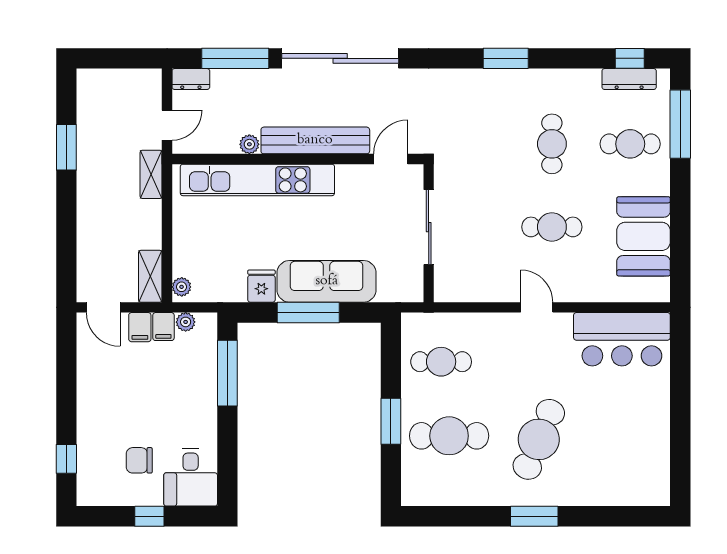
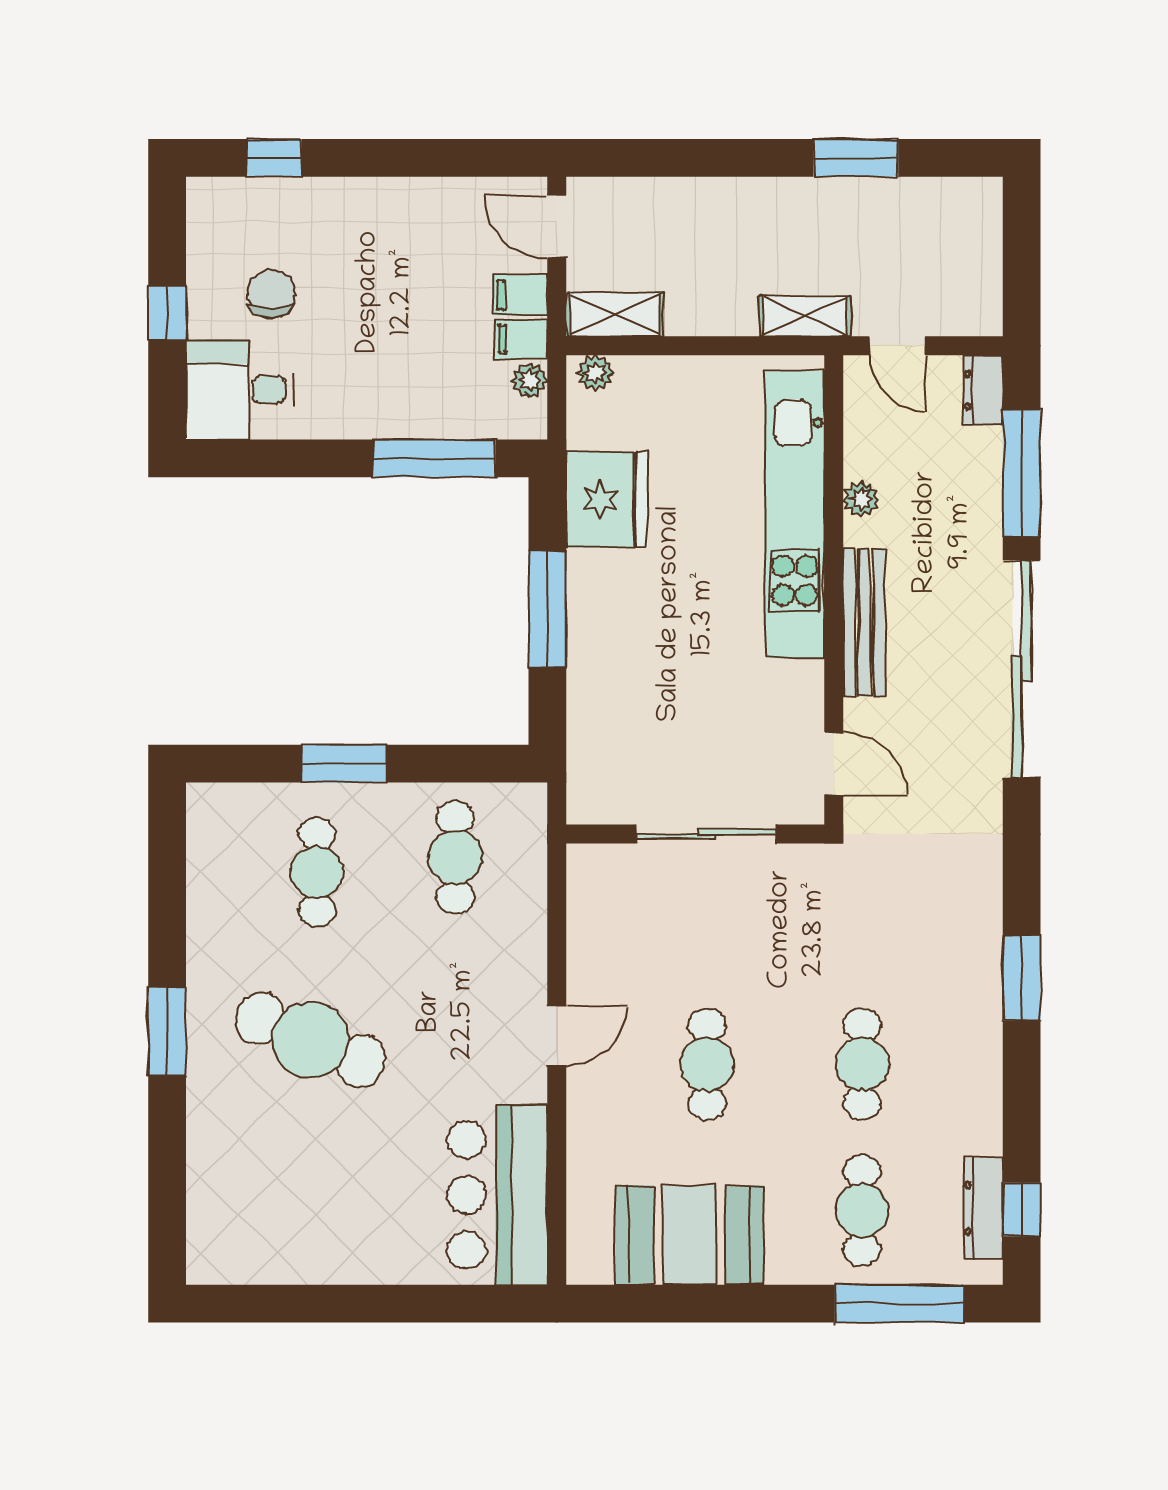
bench: (315, 140) -> (864, 622), width x0.73, depth x0.82
cafe table: (552, 144) -> (862, 1064), turned 90
sofa: (327, 281) -> (605, 643), removed
fridge: (261, 286) -> (607, 499), width x1.88, depth x1.34
door: (103, 307) -> (557, 226), hinge flipped
cafe table: (449, 436) -> (317, 872), width x0.73, depth x0.74

